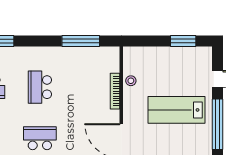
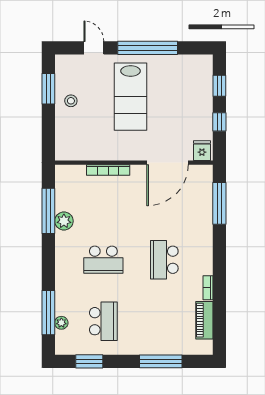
plant: (72, 54) -> (64, 221), added
stool: (131, 81) -> (71, 101), moved

